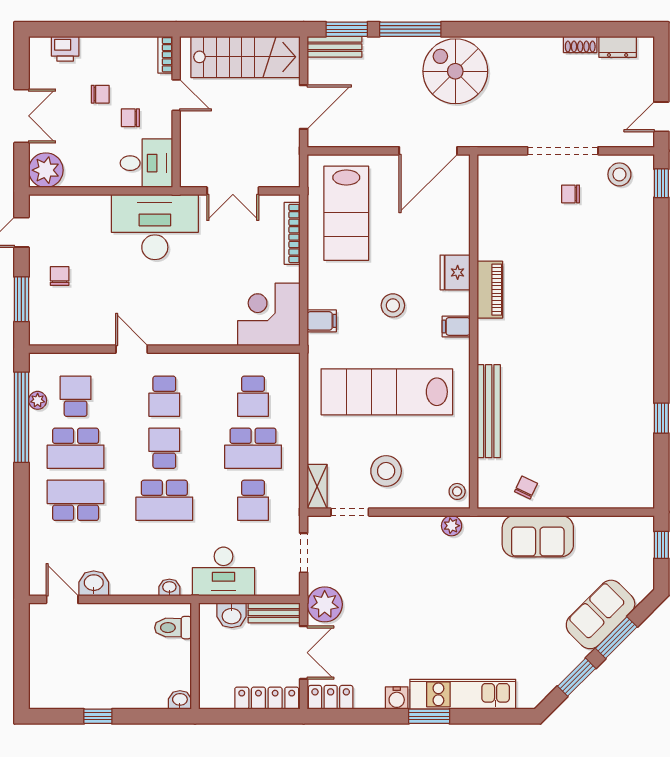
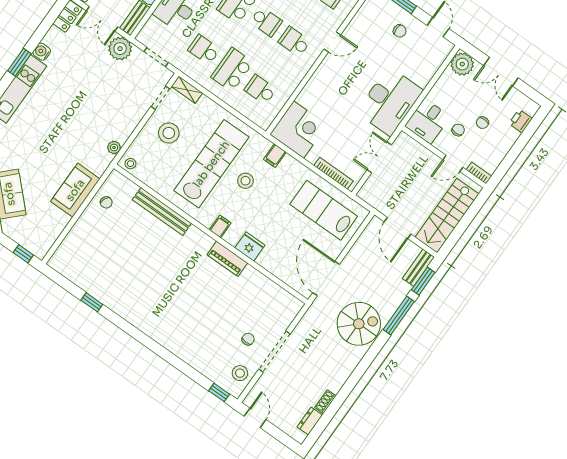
stool: (393, 305) -> (246, 181), moved

